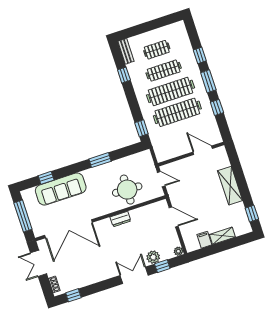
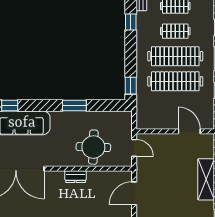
clothes rail: (164, 71) -> (175, 31), width x0.73
door: (174, 217) -> (134, 193), swing flipped

